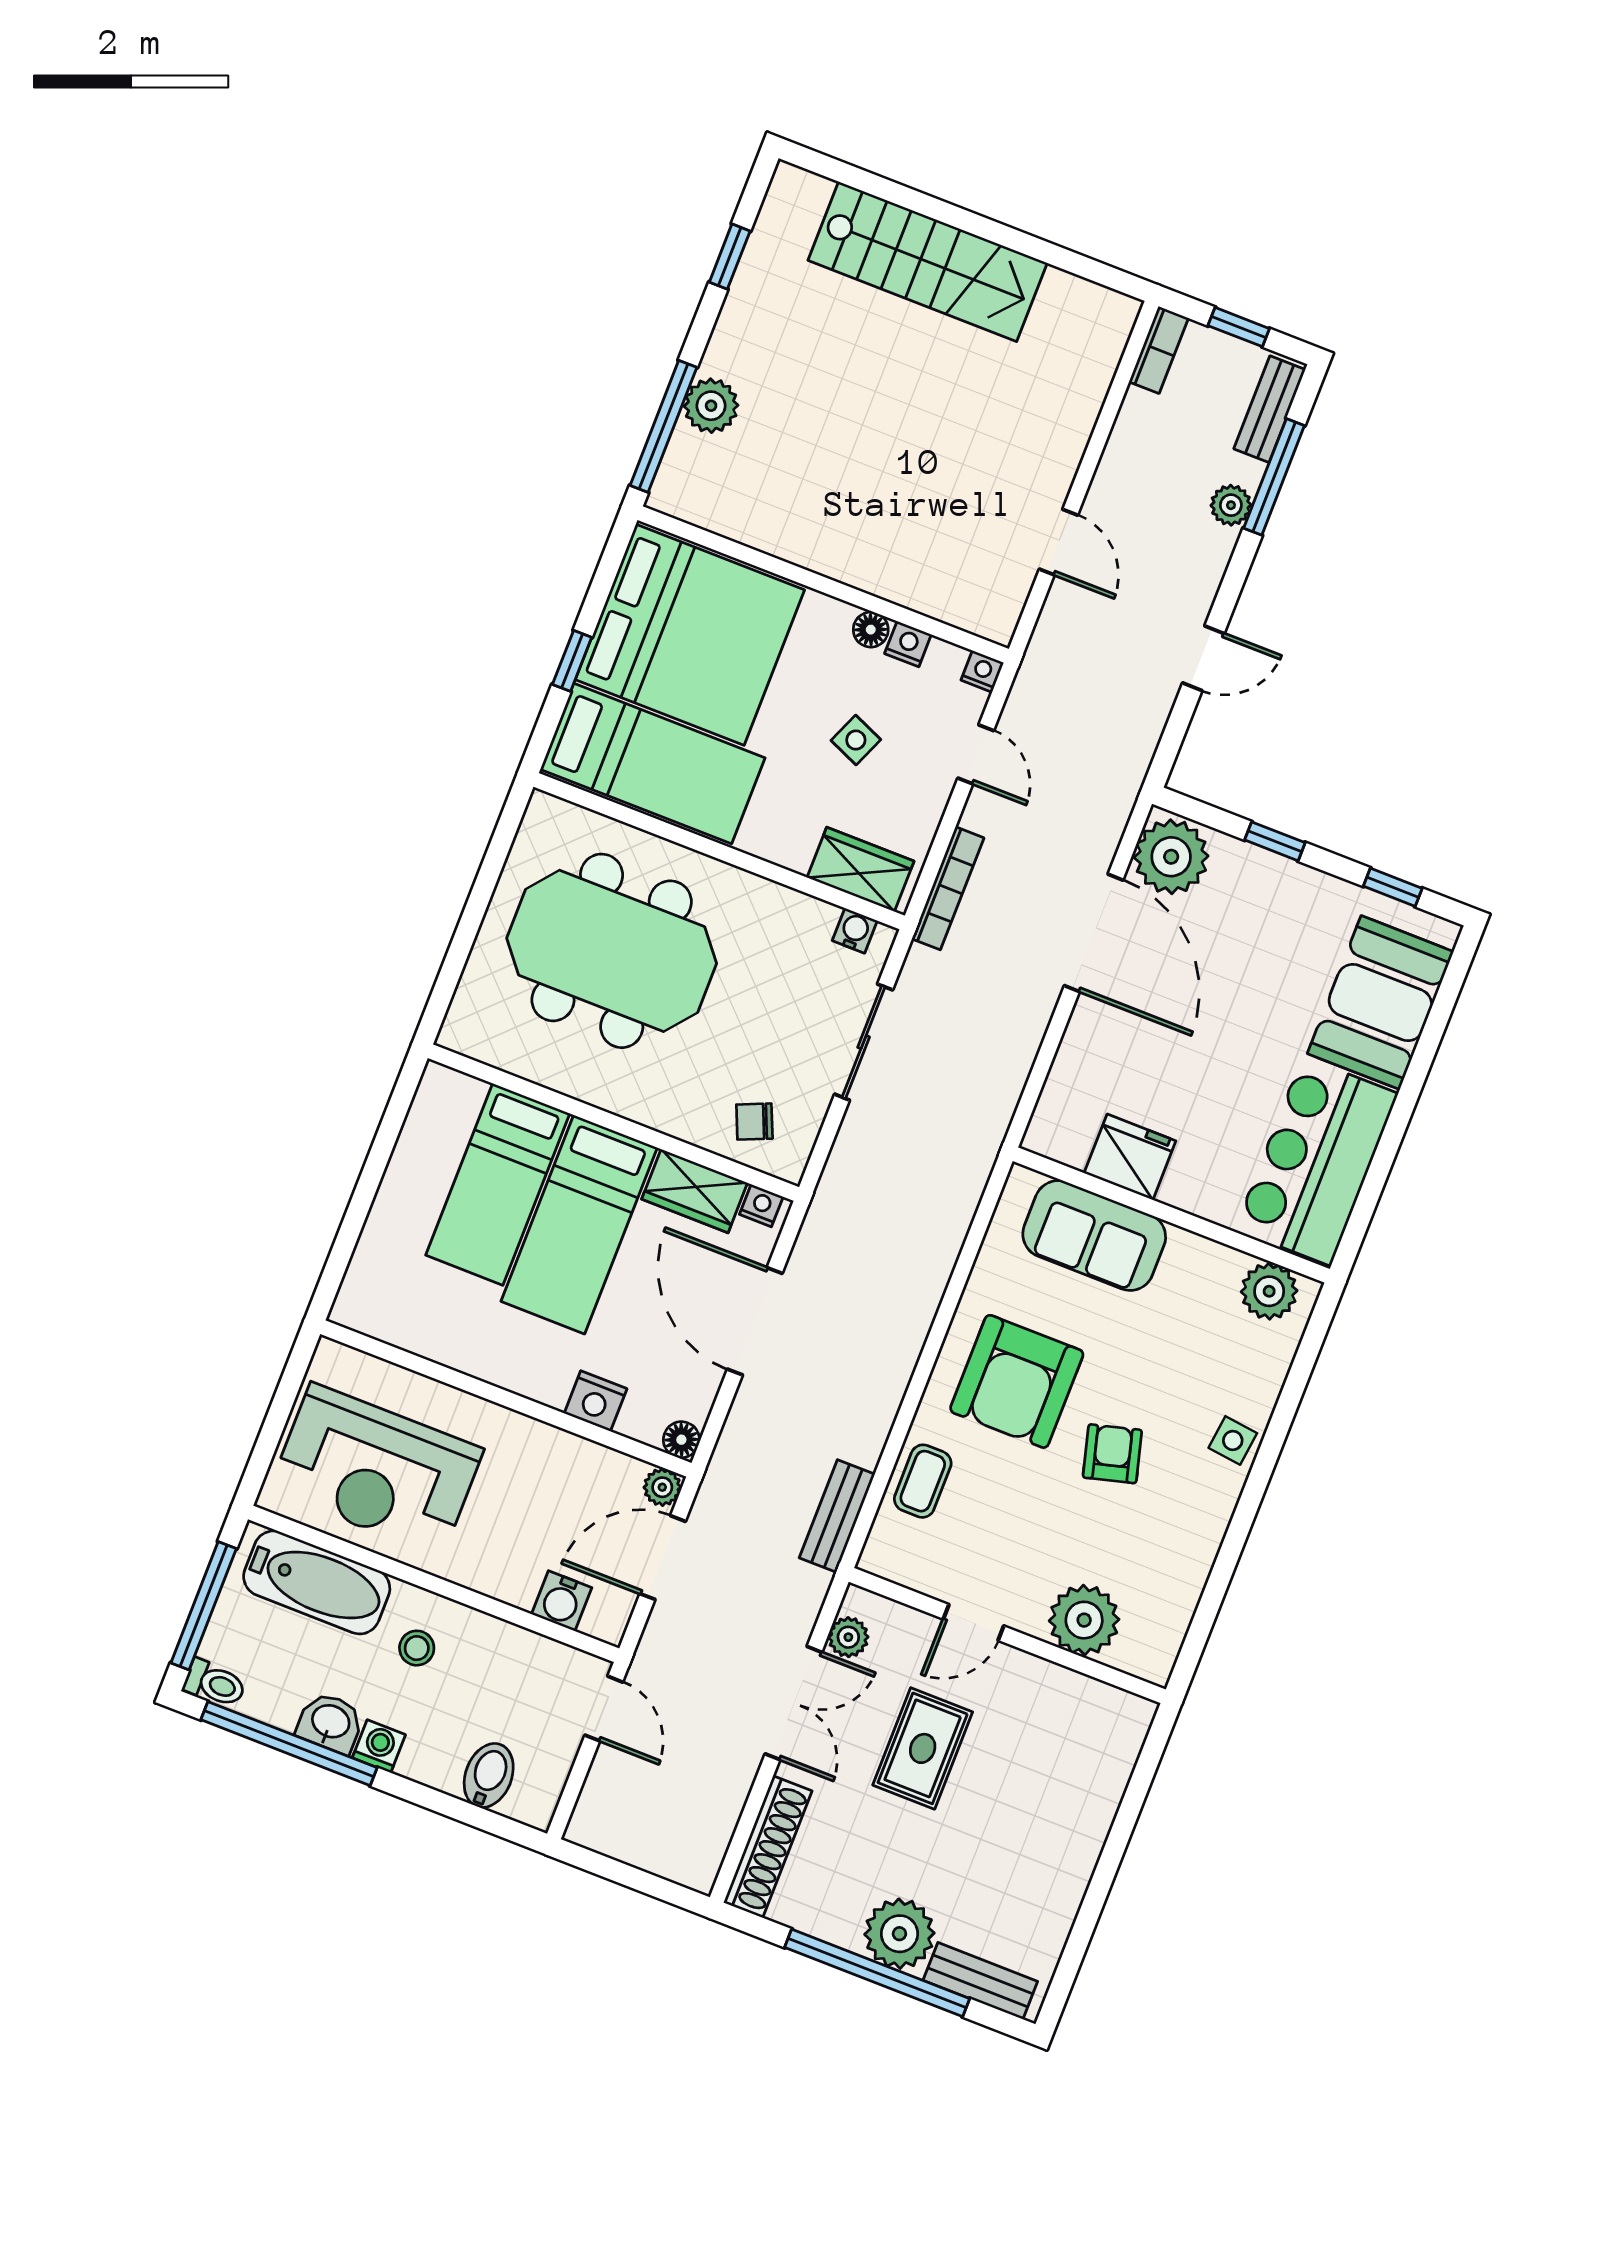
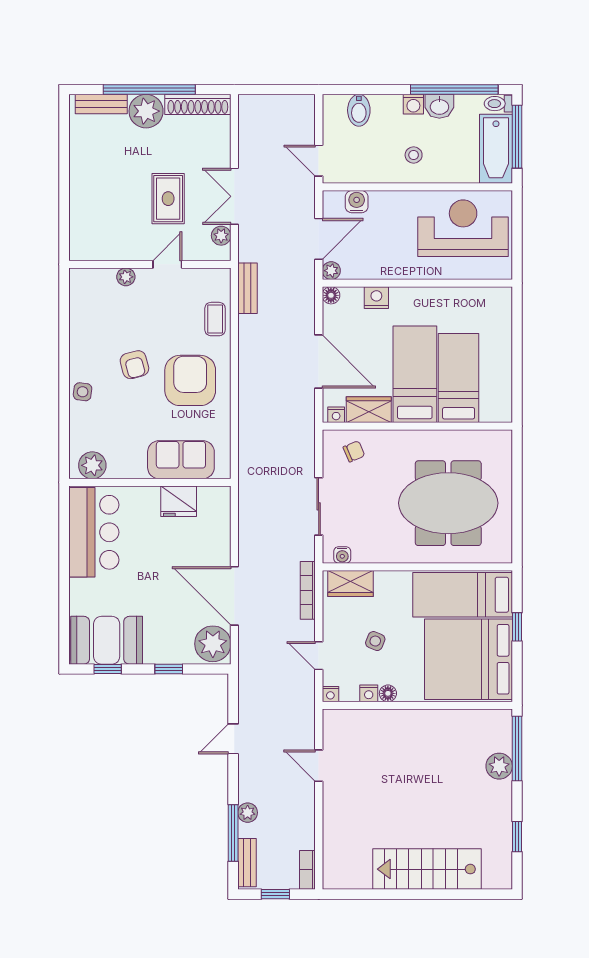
booth: (1380, 1003) -> (107, 640), moved, turned 90
bathtub: (317, 1582) -> (496, 149), moved, turned -90
plant: (1084, 1620) -> (126, 277), width x0.53, depth x0.53
shoe rack: (768, 1847) -> (198, 104), moved, turned -90

